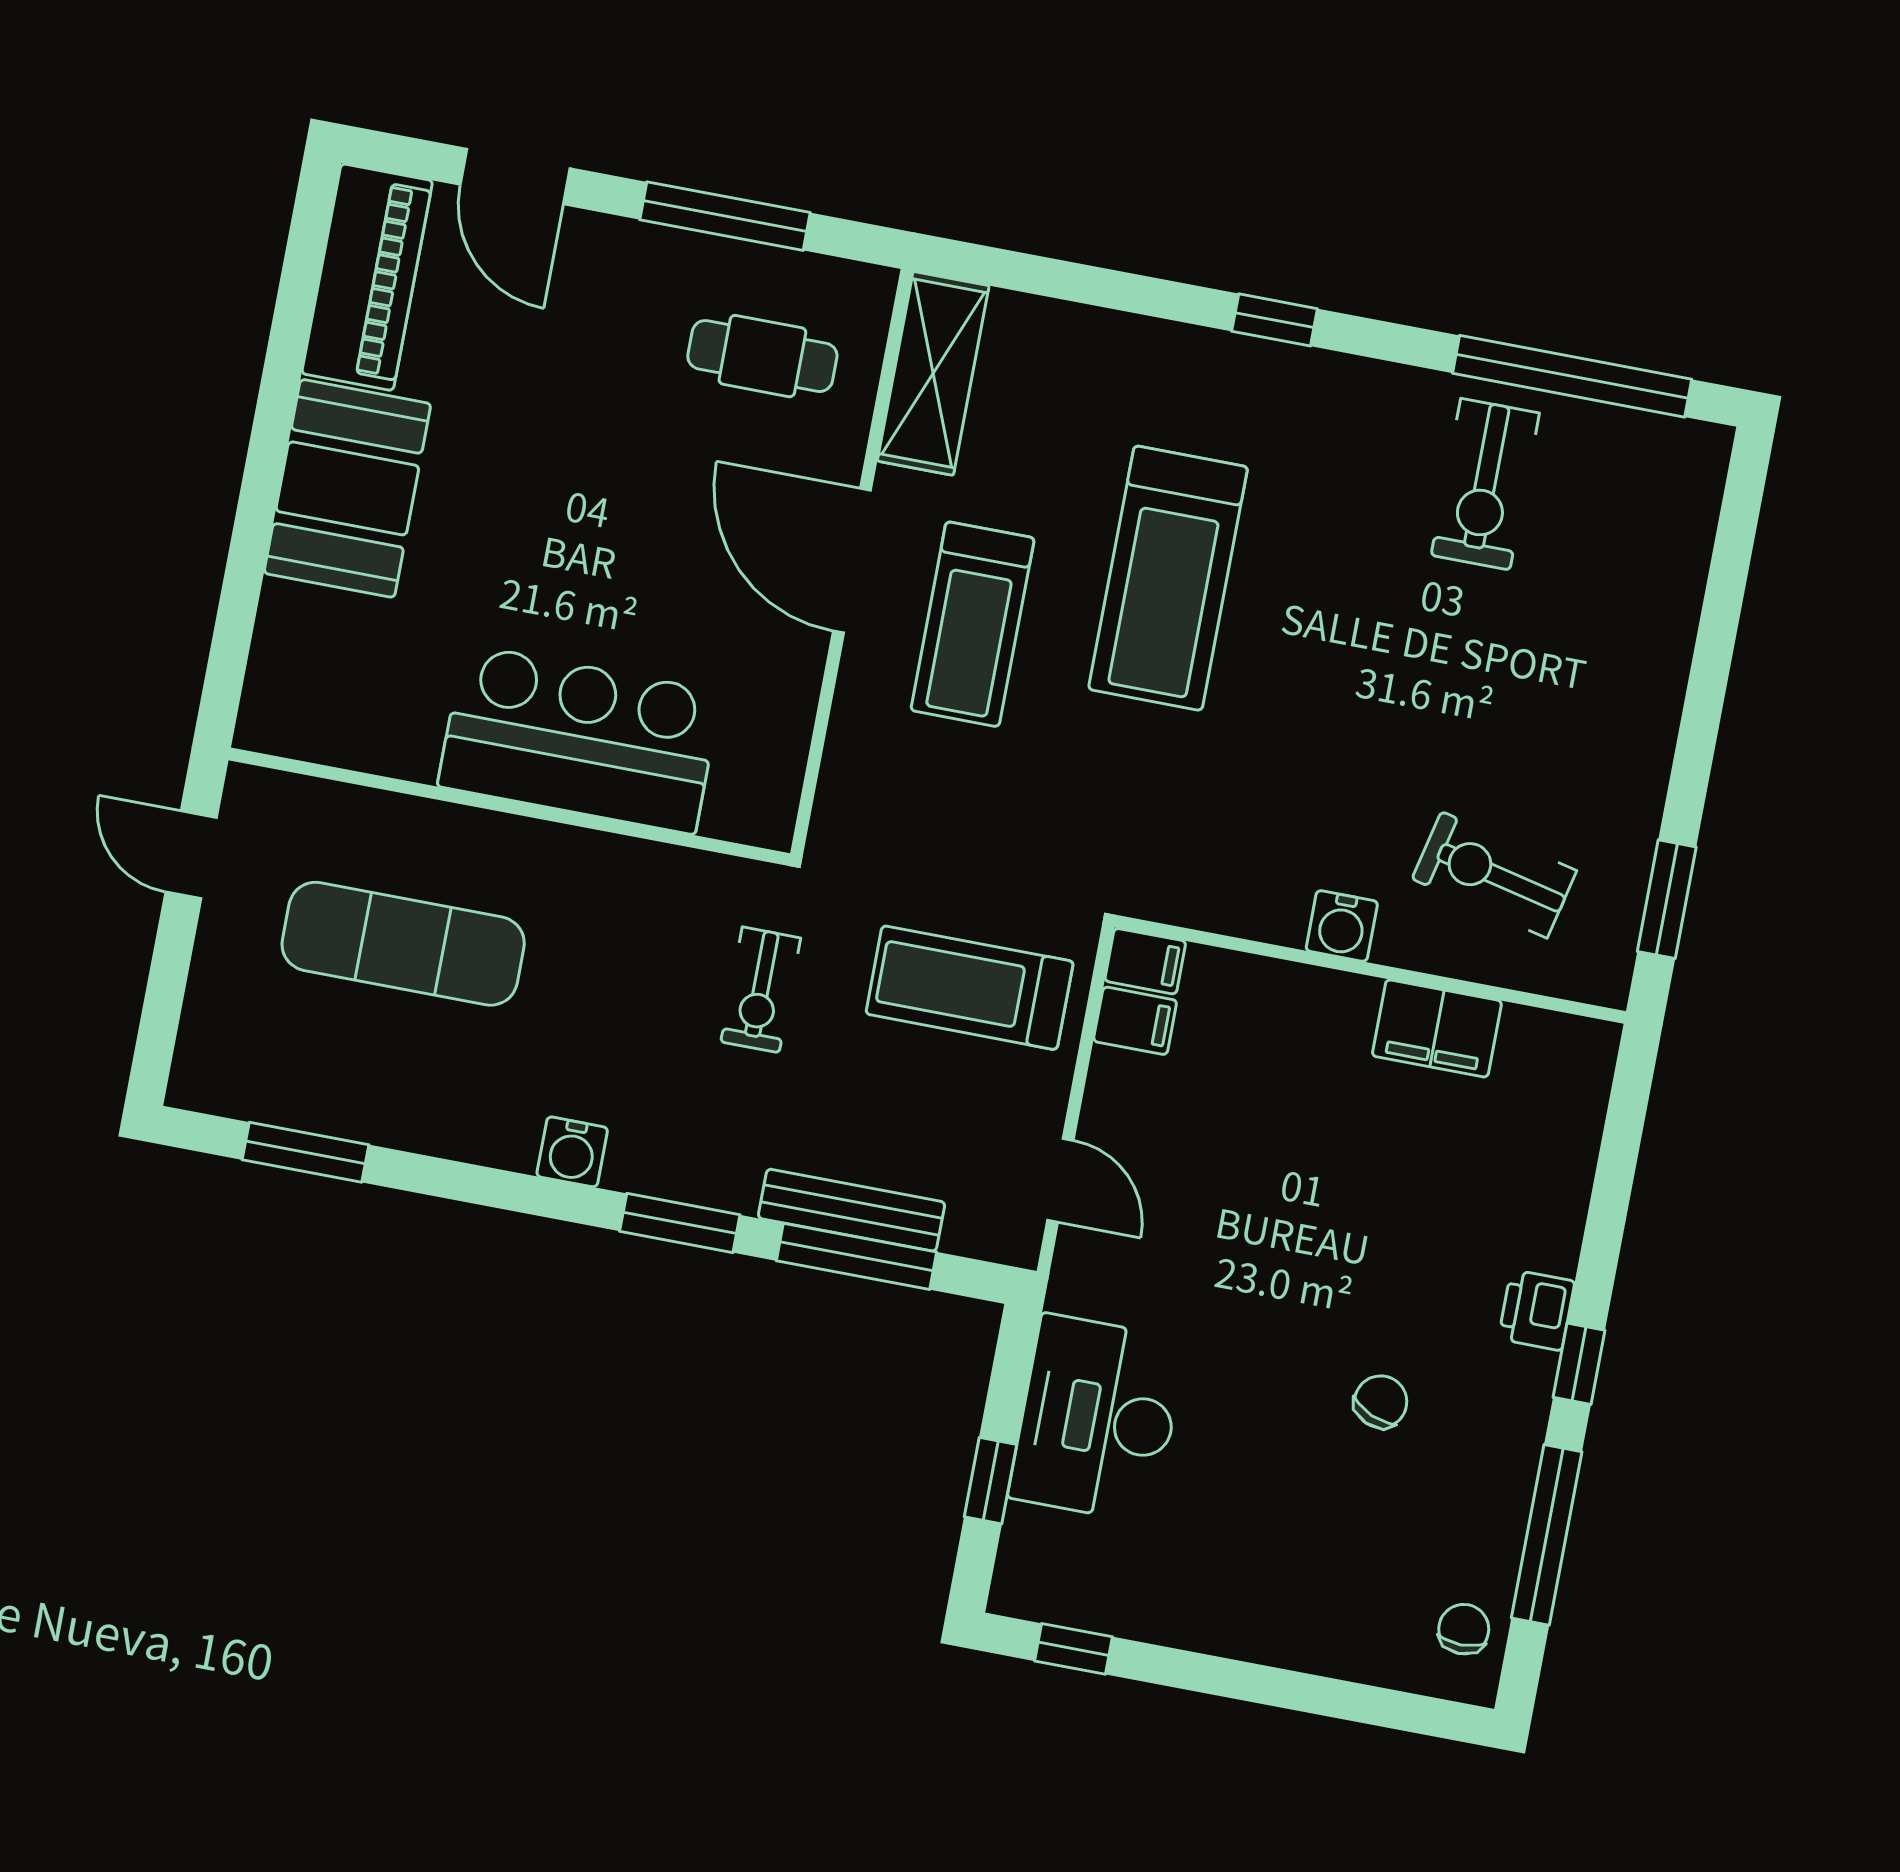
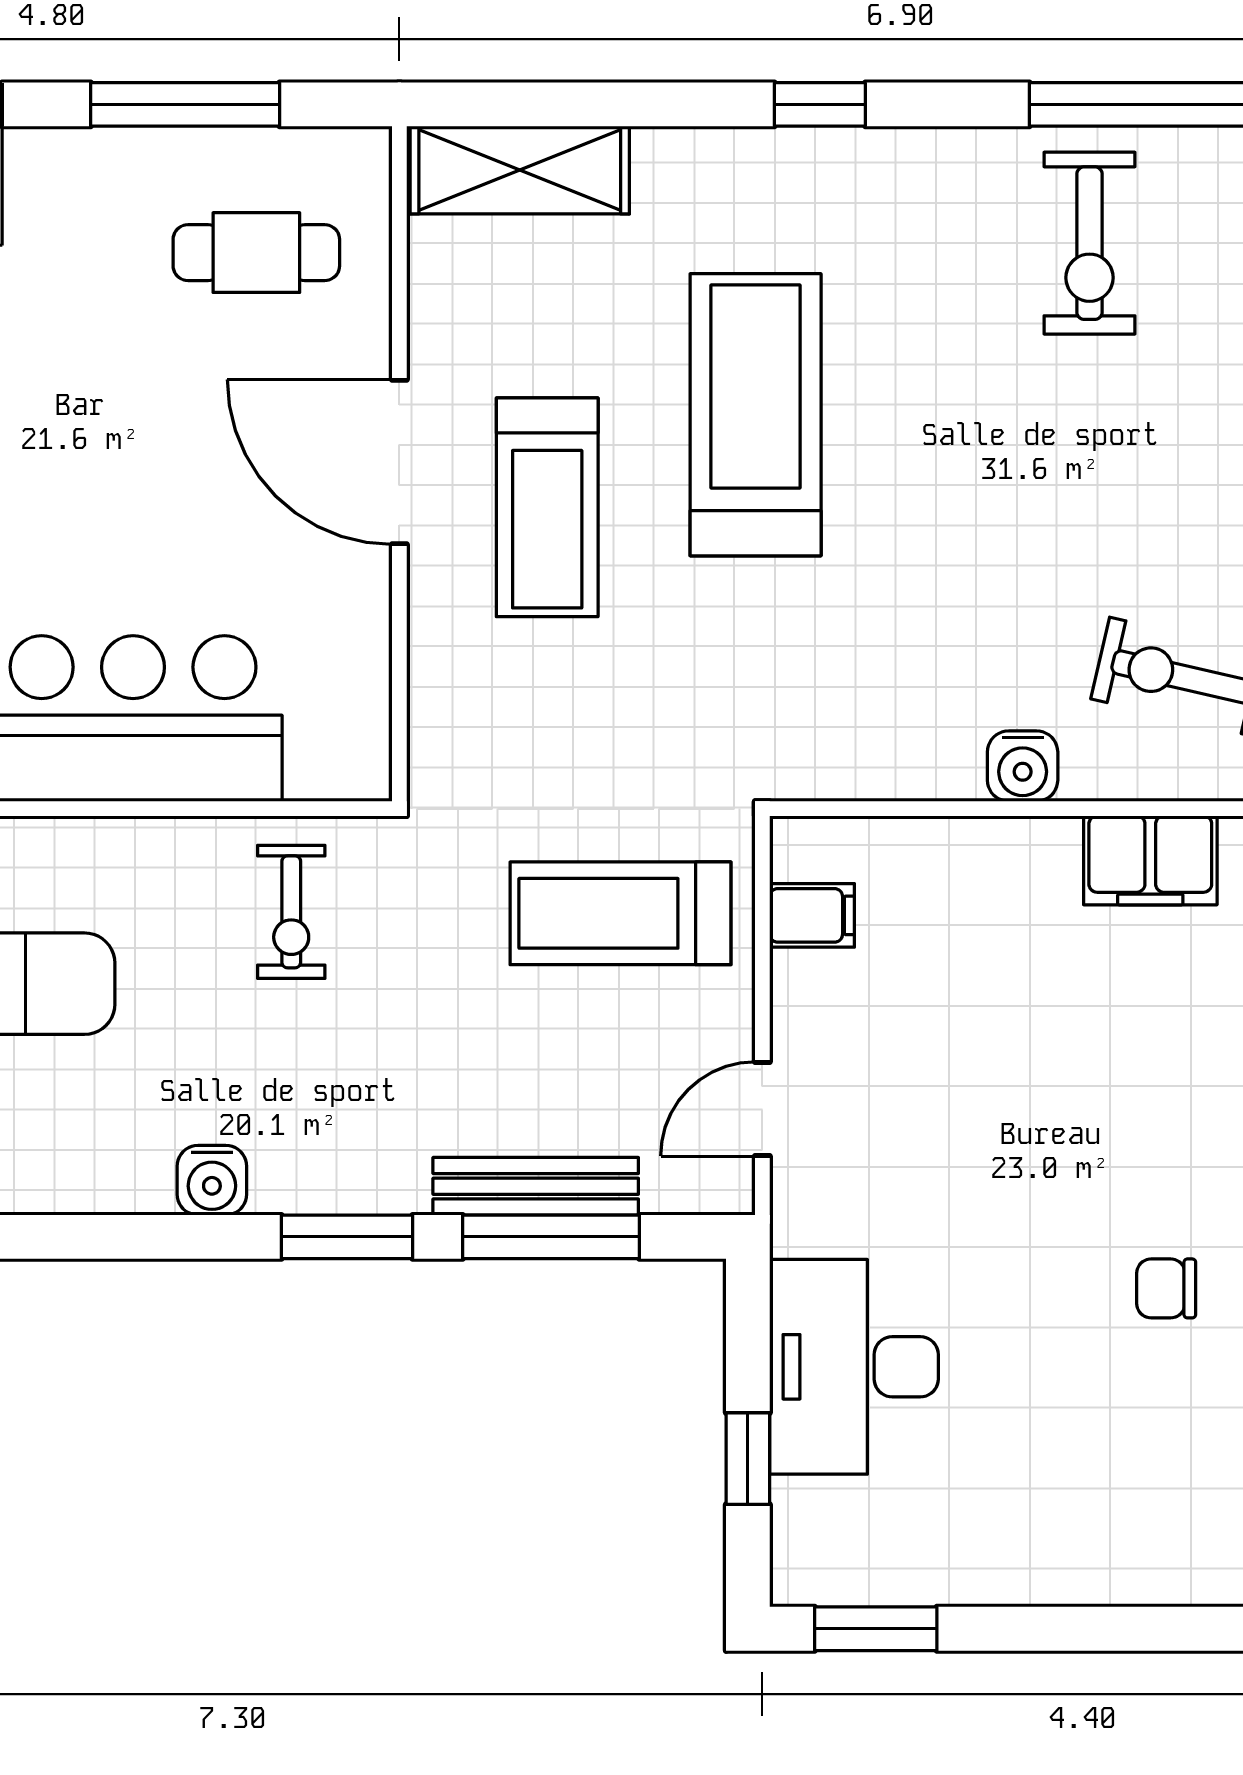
shelving: (933, 373) -> (520, 170), moved, turned 90
treadmill: (1168, 578) -> (756, 415), turned 180
filing cabinet: (1145, 961) -> (811, 847), removed
exercise bike: (761, 990) -> (291, 912), moved
door: (1060, 1180) -> (762, 1109), swing flipped
chair: (1381, 1402) -> (1166, 1288), turned -113
window: (1074, 1649) -> (876, 1629), width x1.50

